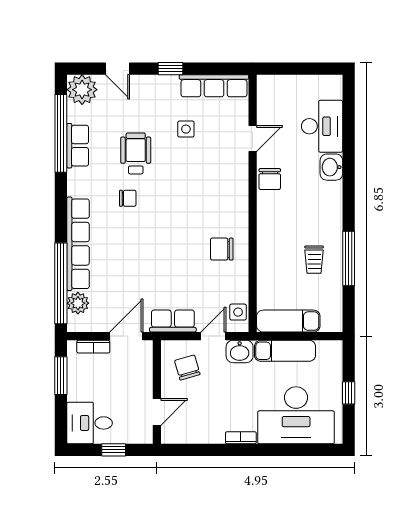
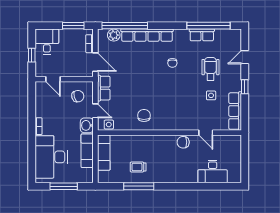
plant: (82, 90) -> (233, 37), removed
wheelchair: (136, 153) -> (210, 69), moved, turned -90
washbasin: (331, 167) -> (190, 177), removed
window: (349, 393) -> (64, 186), width x2.17

